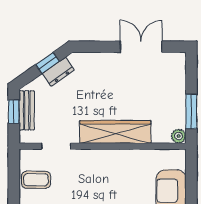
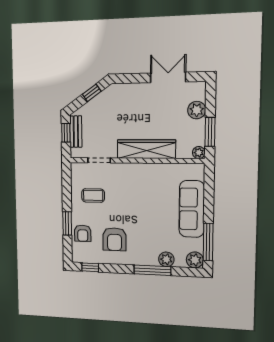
dresser: (58, 72) -> (100, 100), removed
plant: (175, 86) -> (197, 110), added
coffee table: (36, 180) -> (93, 195), moved

